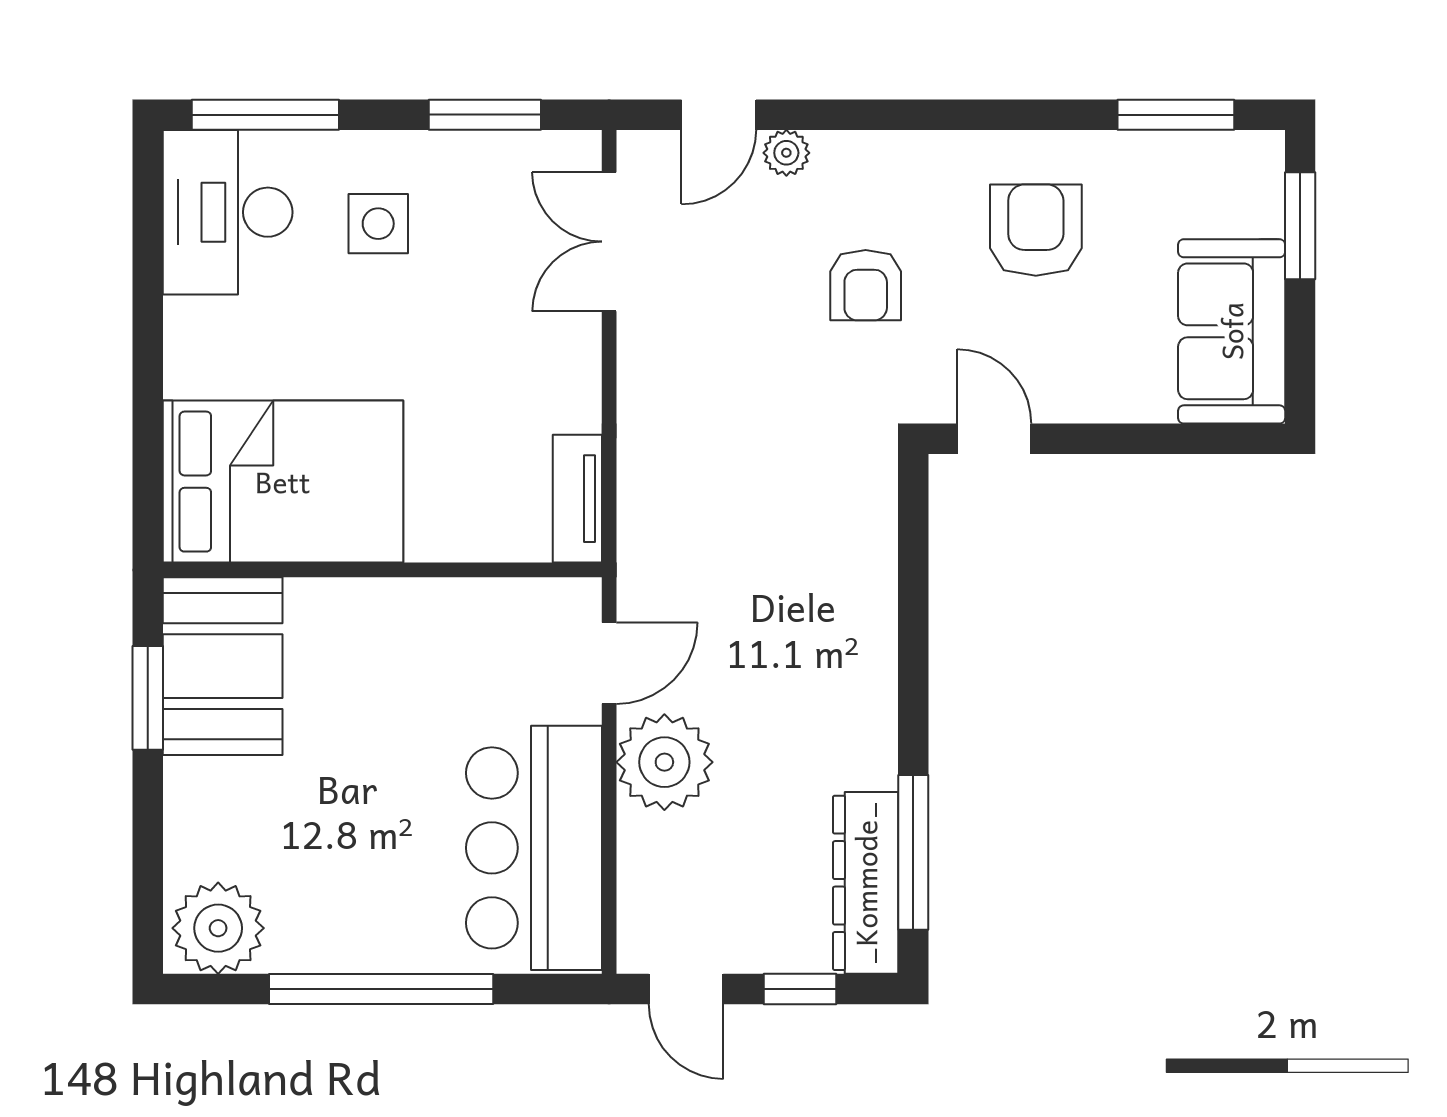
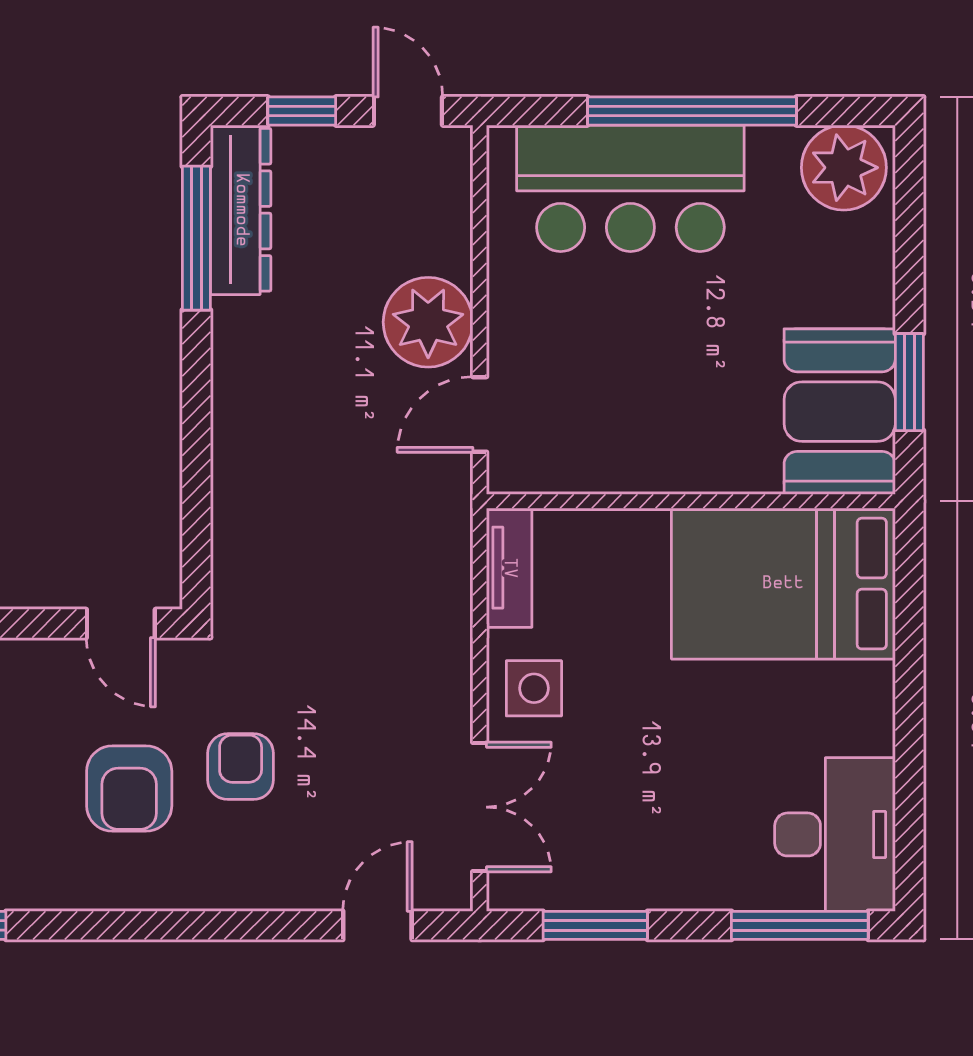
plant: (786, 153) -> (314, 890), removed
side table: (378, 224) -> (534, 688), moved
armchair: (1036, 230) -> (129, 789), moved
bar counter: (534, 848) -> (630, 188), moved, turned 90

